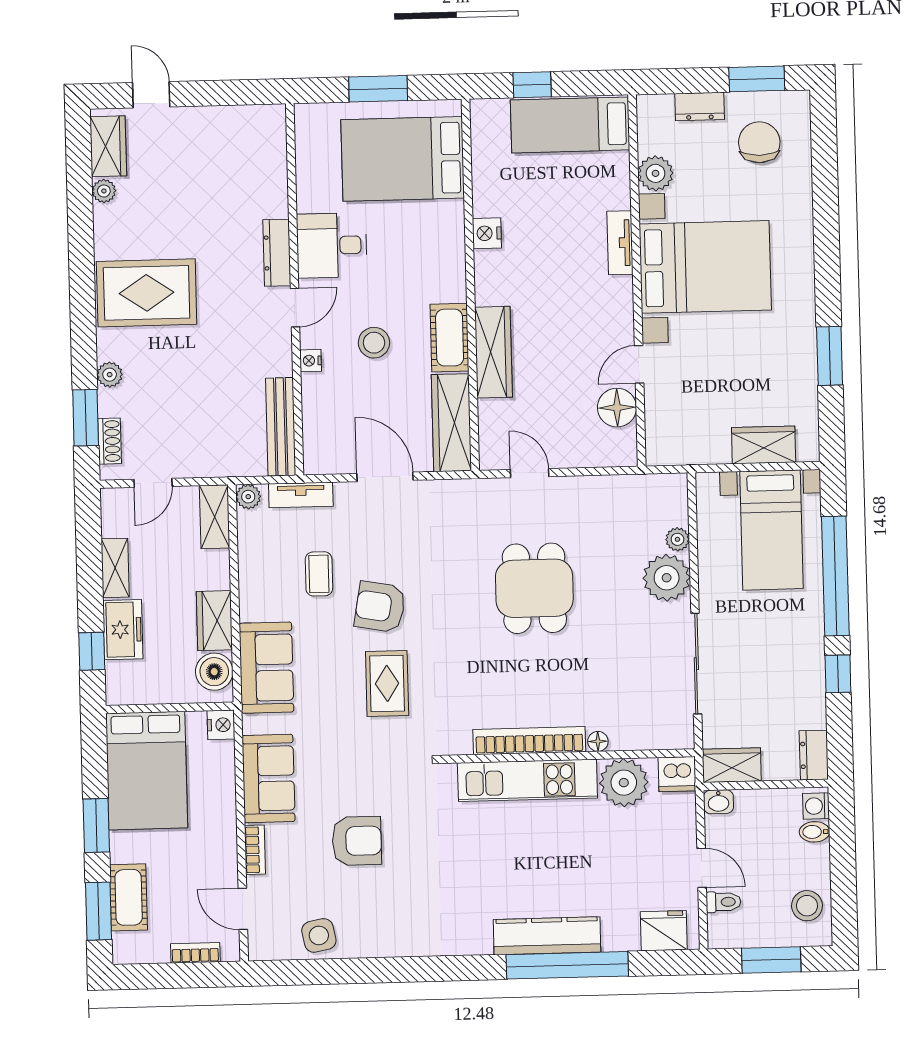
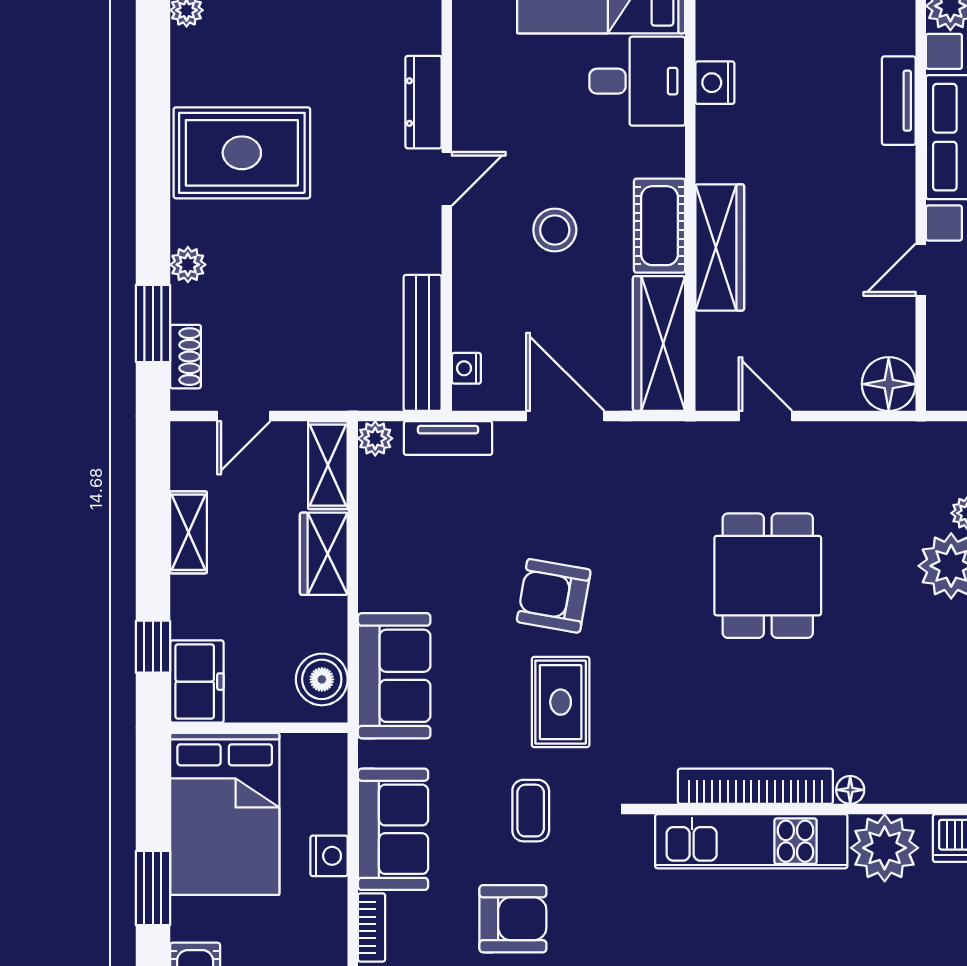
desk: (332, 245) -> (637, 81), moved, turned 180
nightstand: (311, 361) -> (466, 368), moved
floor lamp: (617, 408) -> (889, 384), moved
coffee table: (319, 574) -> (531, 811), moved
wardrobe: (214, 621) -> (324, 554), moved
freezer: (123, 630) -> (197, 682), moved
nightstand: (221, 725) -> (329, 856), moved

